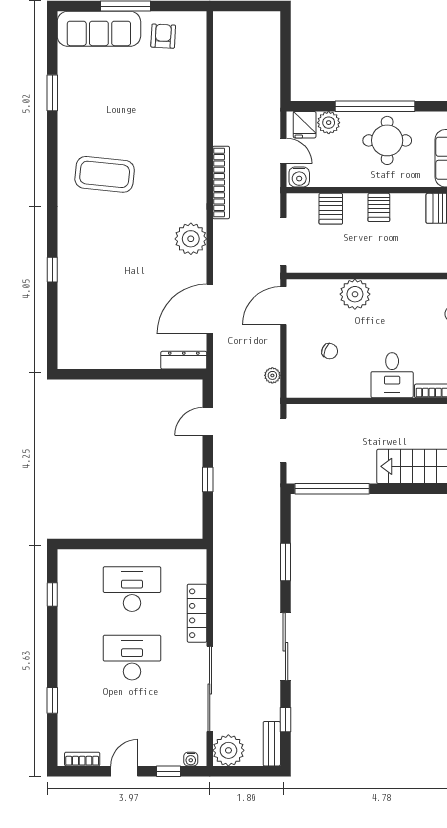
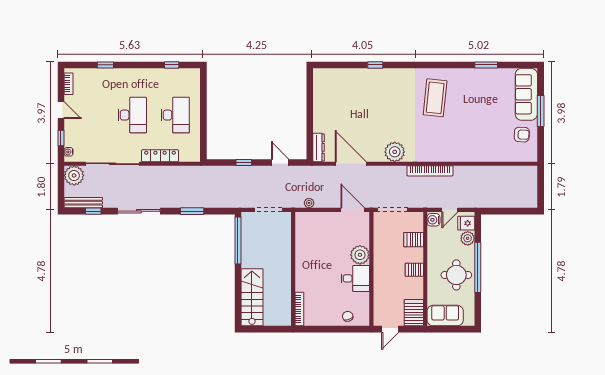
chair: (330, 351) -> (324, 239), removed
desk: (392, 375) -> (355, 278), moved, turned 180
bench: (272, 744) -> (83, 203), width x1.36

